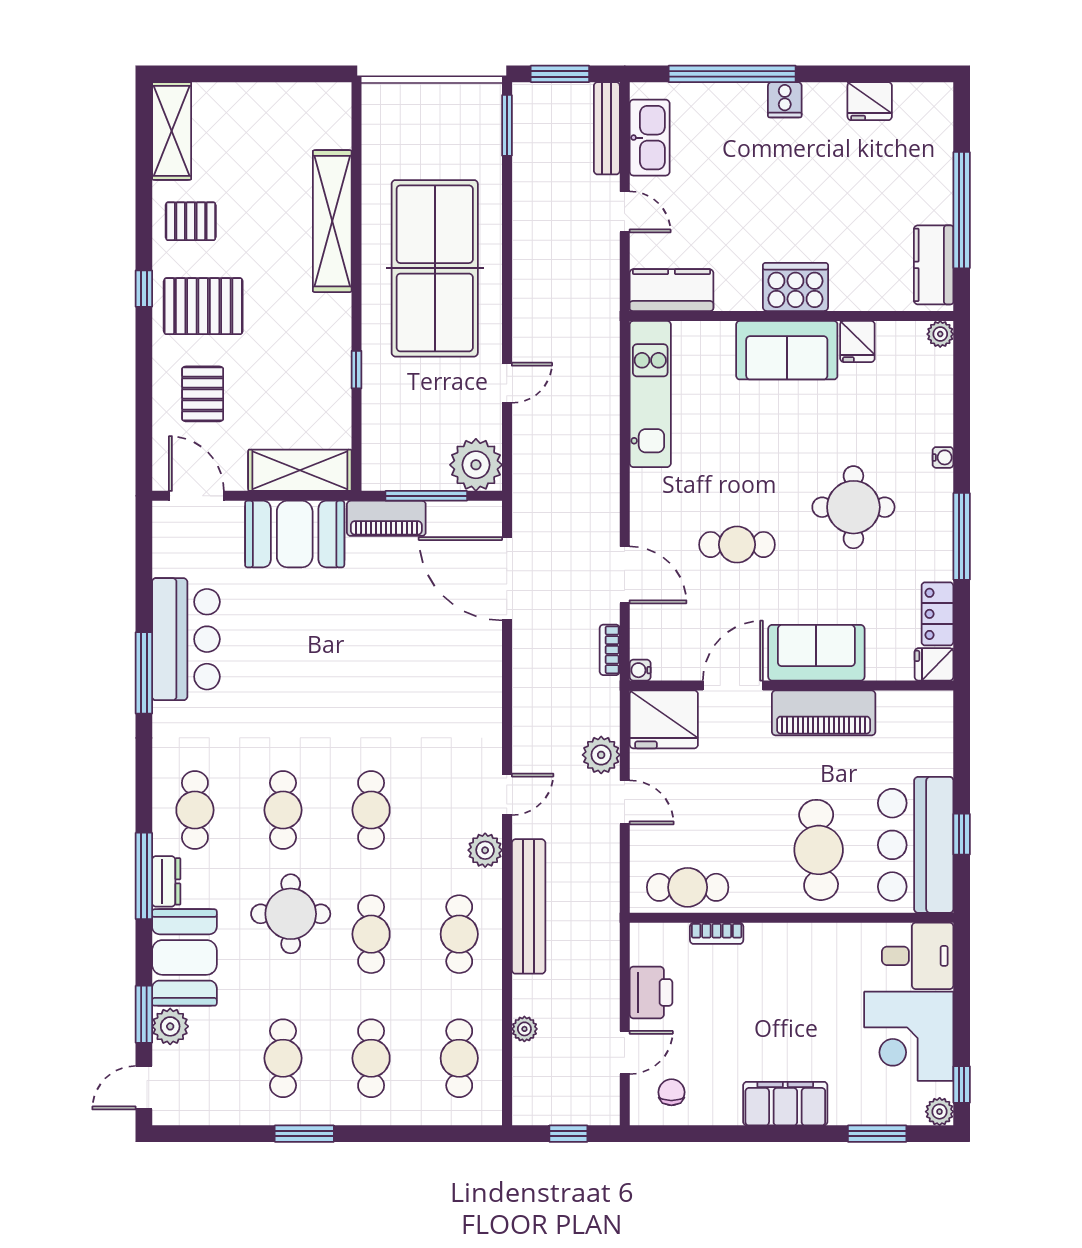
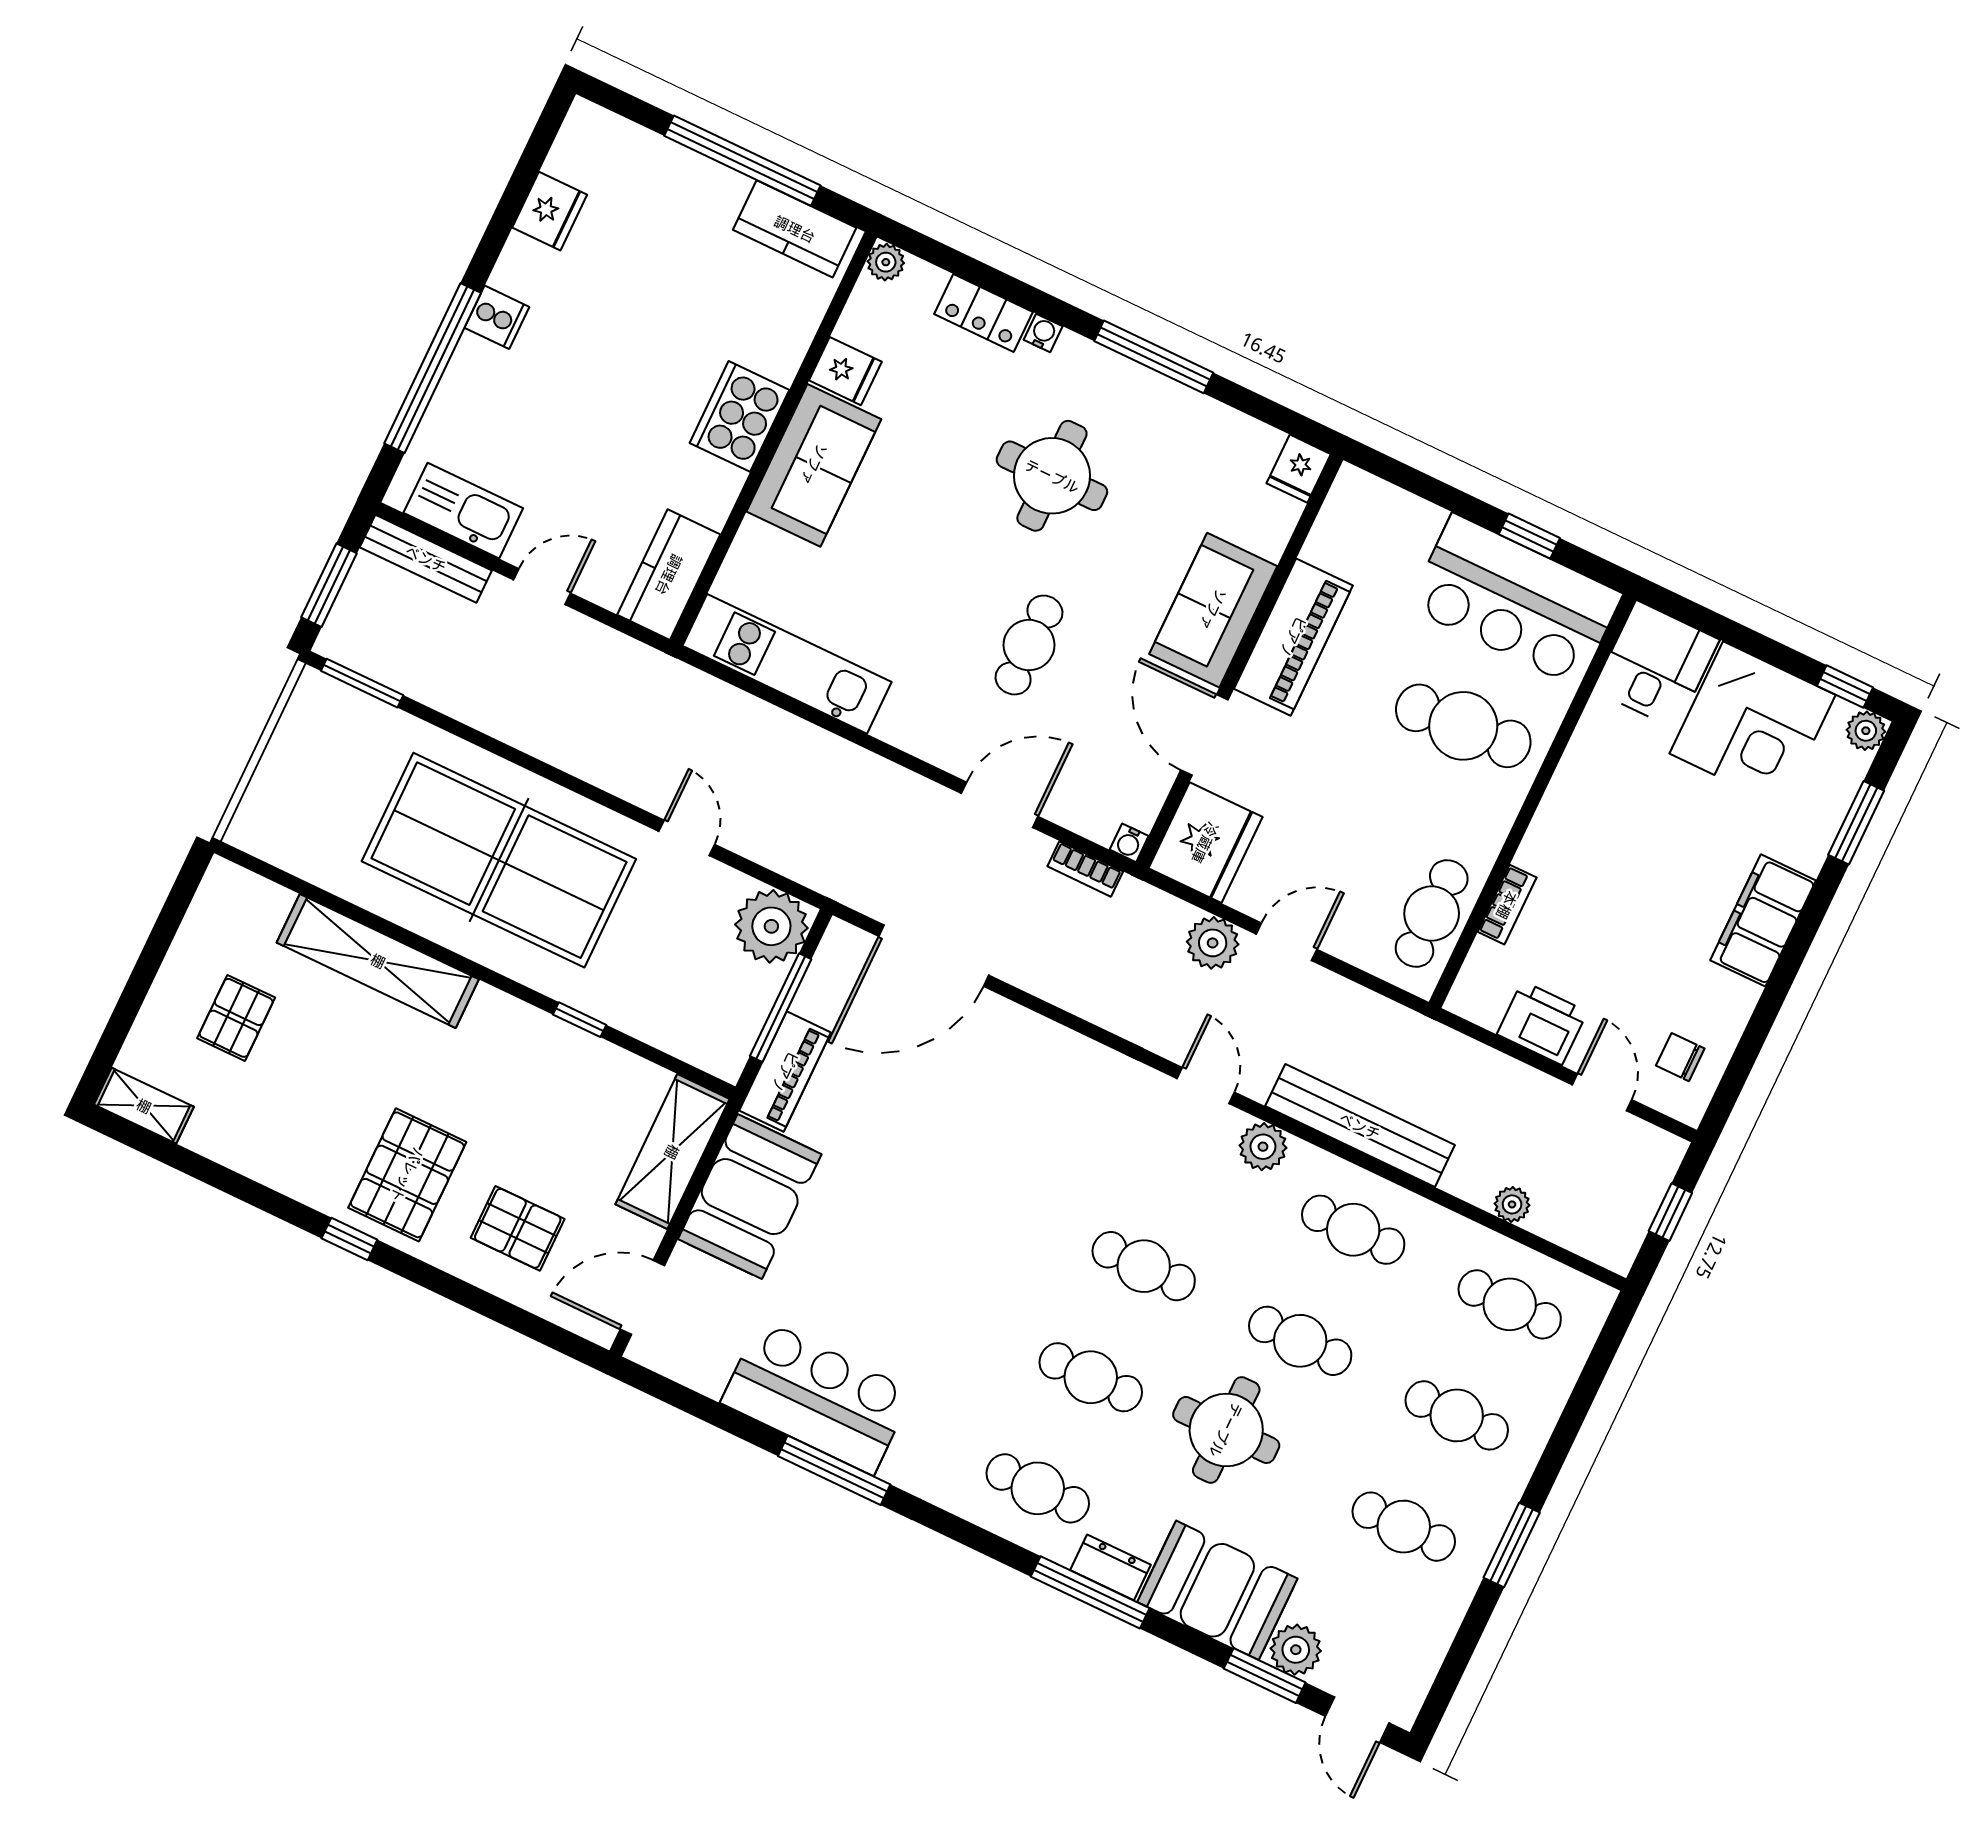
shelving: (172, 131) -> (144, 1106), width x0.67, depth x0.75
pallet: (191, 221) -> (236, 1018), moved
locker: (937, 614) -> (984, 313), moved

